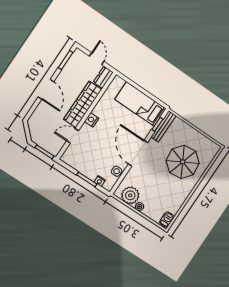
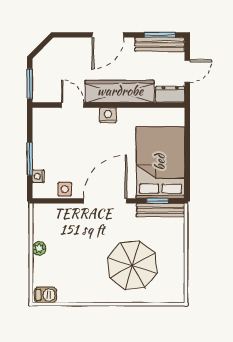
bench: (71, 64) -> (160, 44), added
bed: (140, 104) -> (160, 162), width x1.50
plant: (130, 195) -> (46, 227), removed

